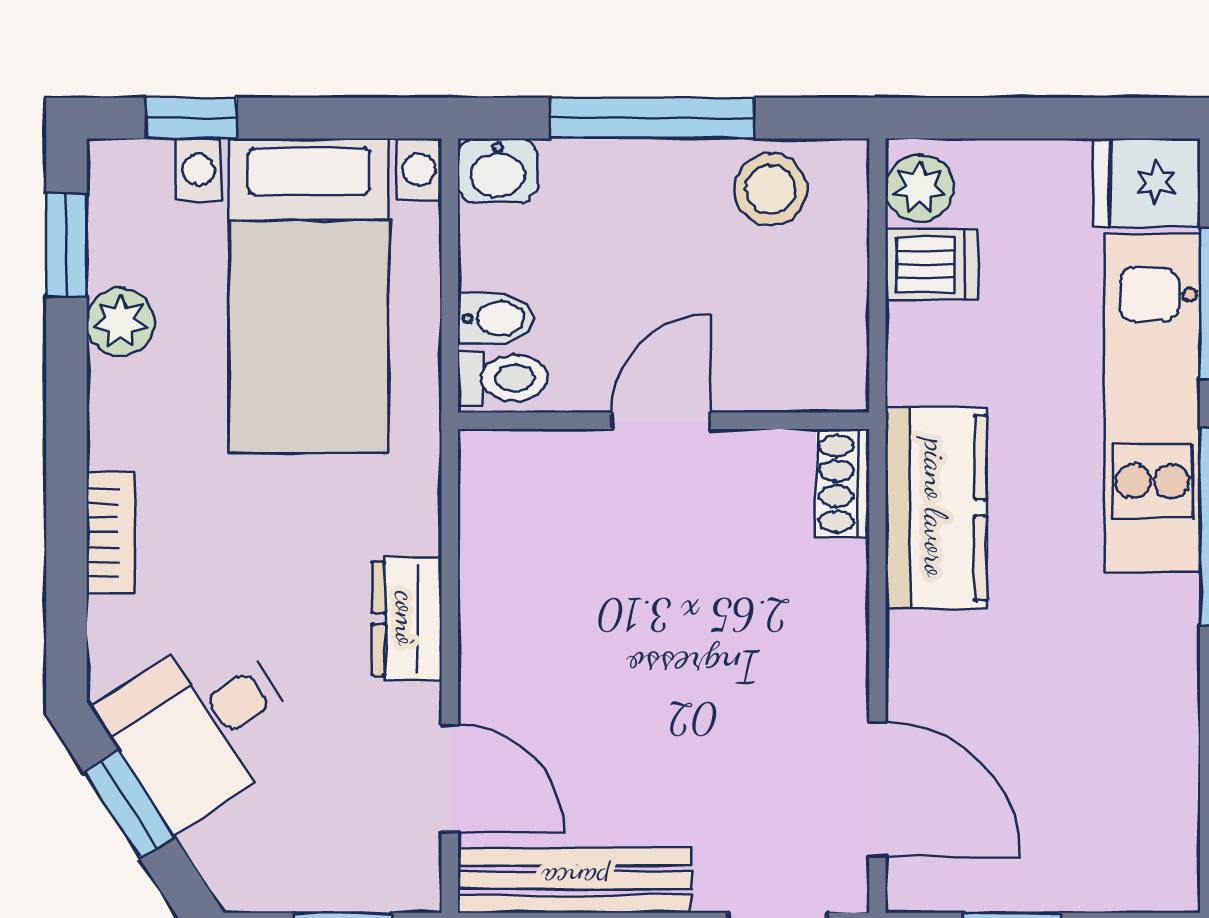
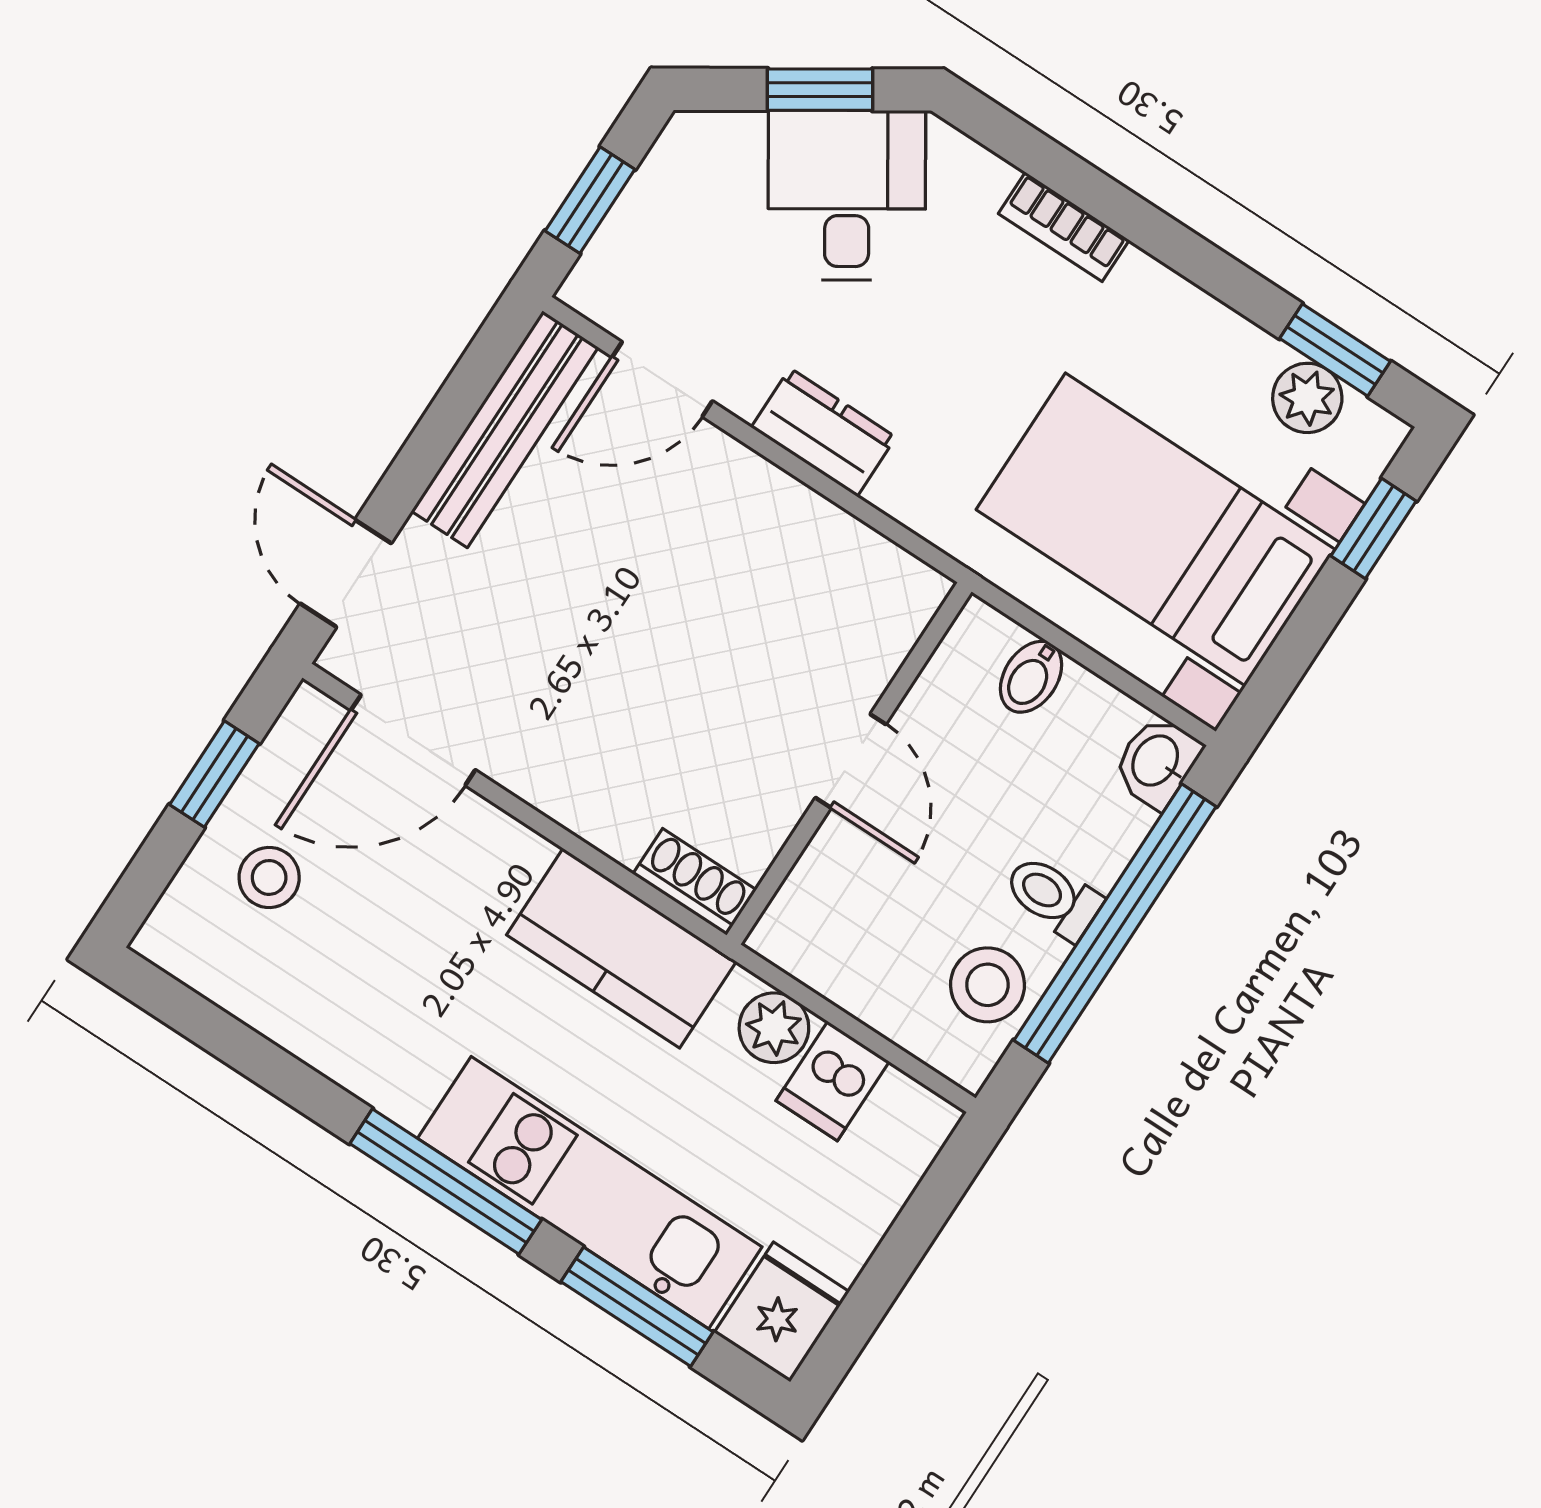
window: (652, 118) -> (1115, 923), width x1.46
plant: (919, 188) -> (774, 1028), moved
plant: (120, 322) -> (1307, 398), moved
toilet: (503, 378) -> (1053, 897), moved, turned 90
stool: (1066, 833) -> (269, 877), added

